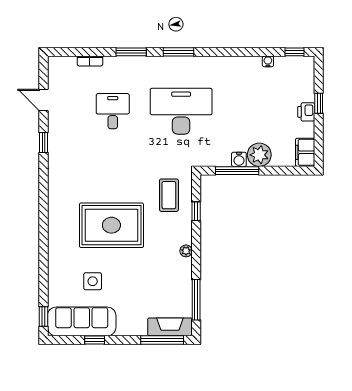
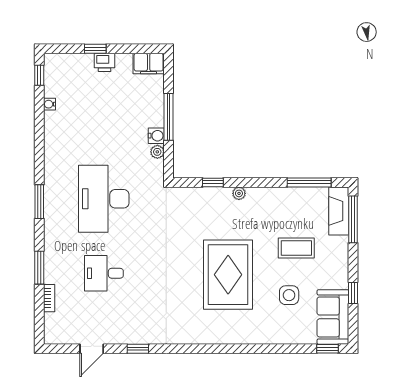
window: (131, 52) -> (39, 268), moved
plant: (259, 155) -> (157, 152), moved, width x0.53, depth x0.53
window: (237, 171) -> (169, 117), moved
coffee table: (169, 195) -> (296, 248), moved
plant: (186, 251) -> (239, 193), moved
sofa: (82, 321) -> (333, 317), width x0.73

